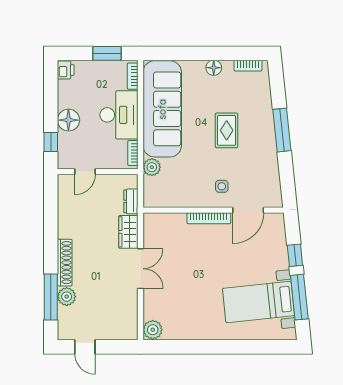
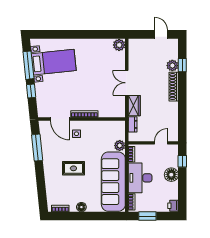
rug: (227, 130) -> (73, 168), turned 90
window: (282, 130) -> (37, 148), moved
door: (248, 210) -> (60, 119), swing flipped
window: (51, 297) -> (182, 65), width x0.46

